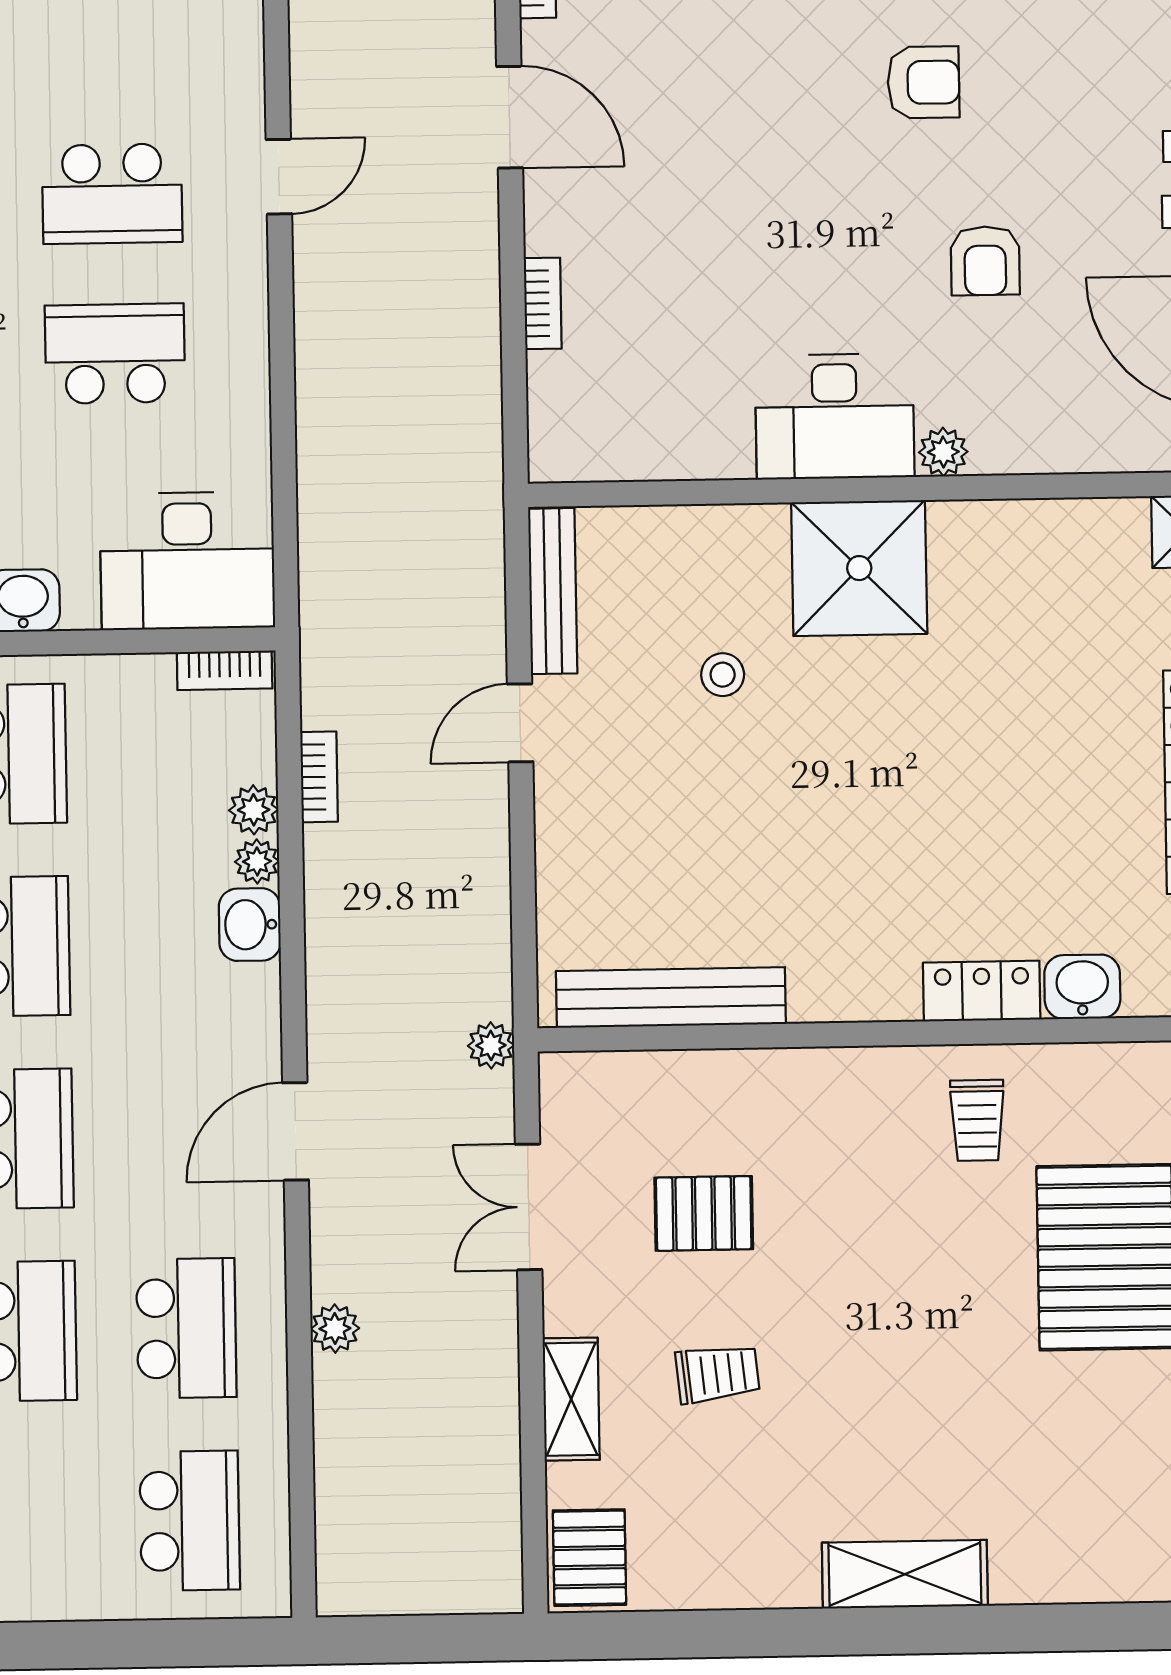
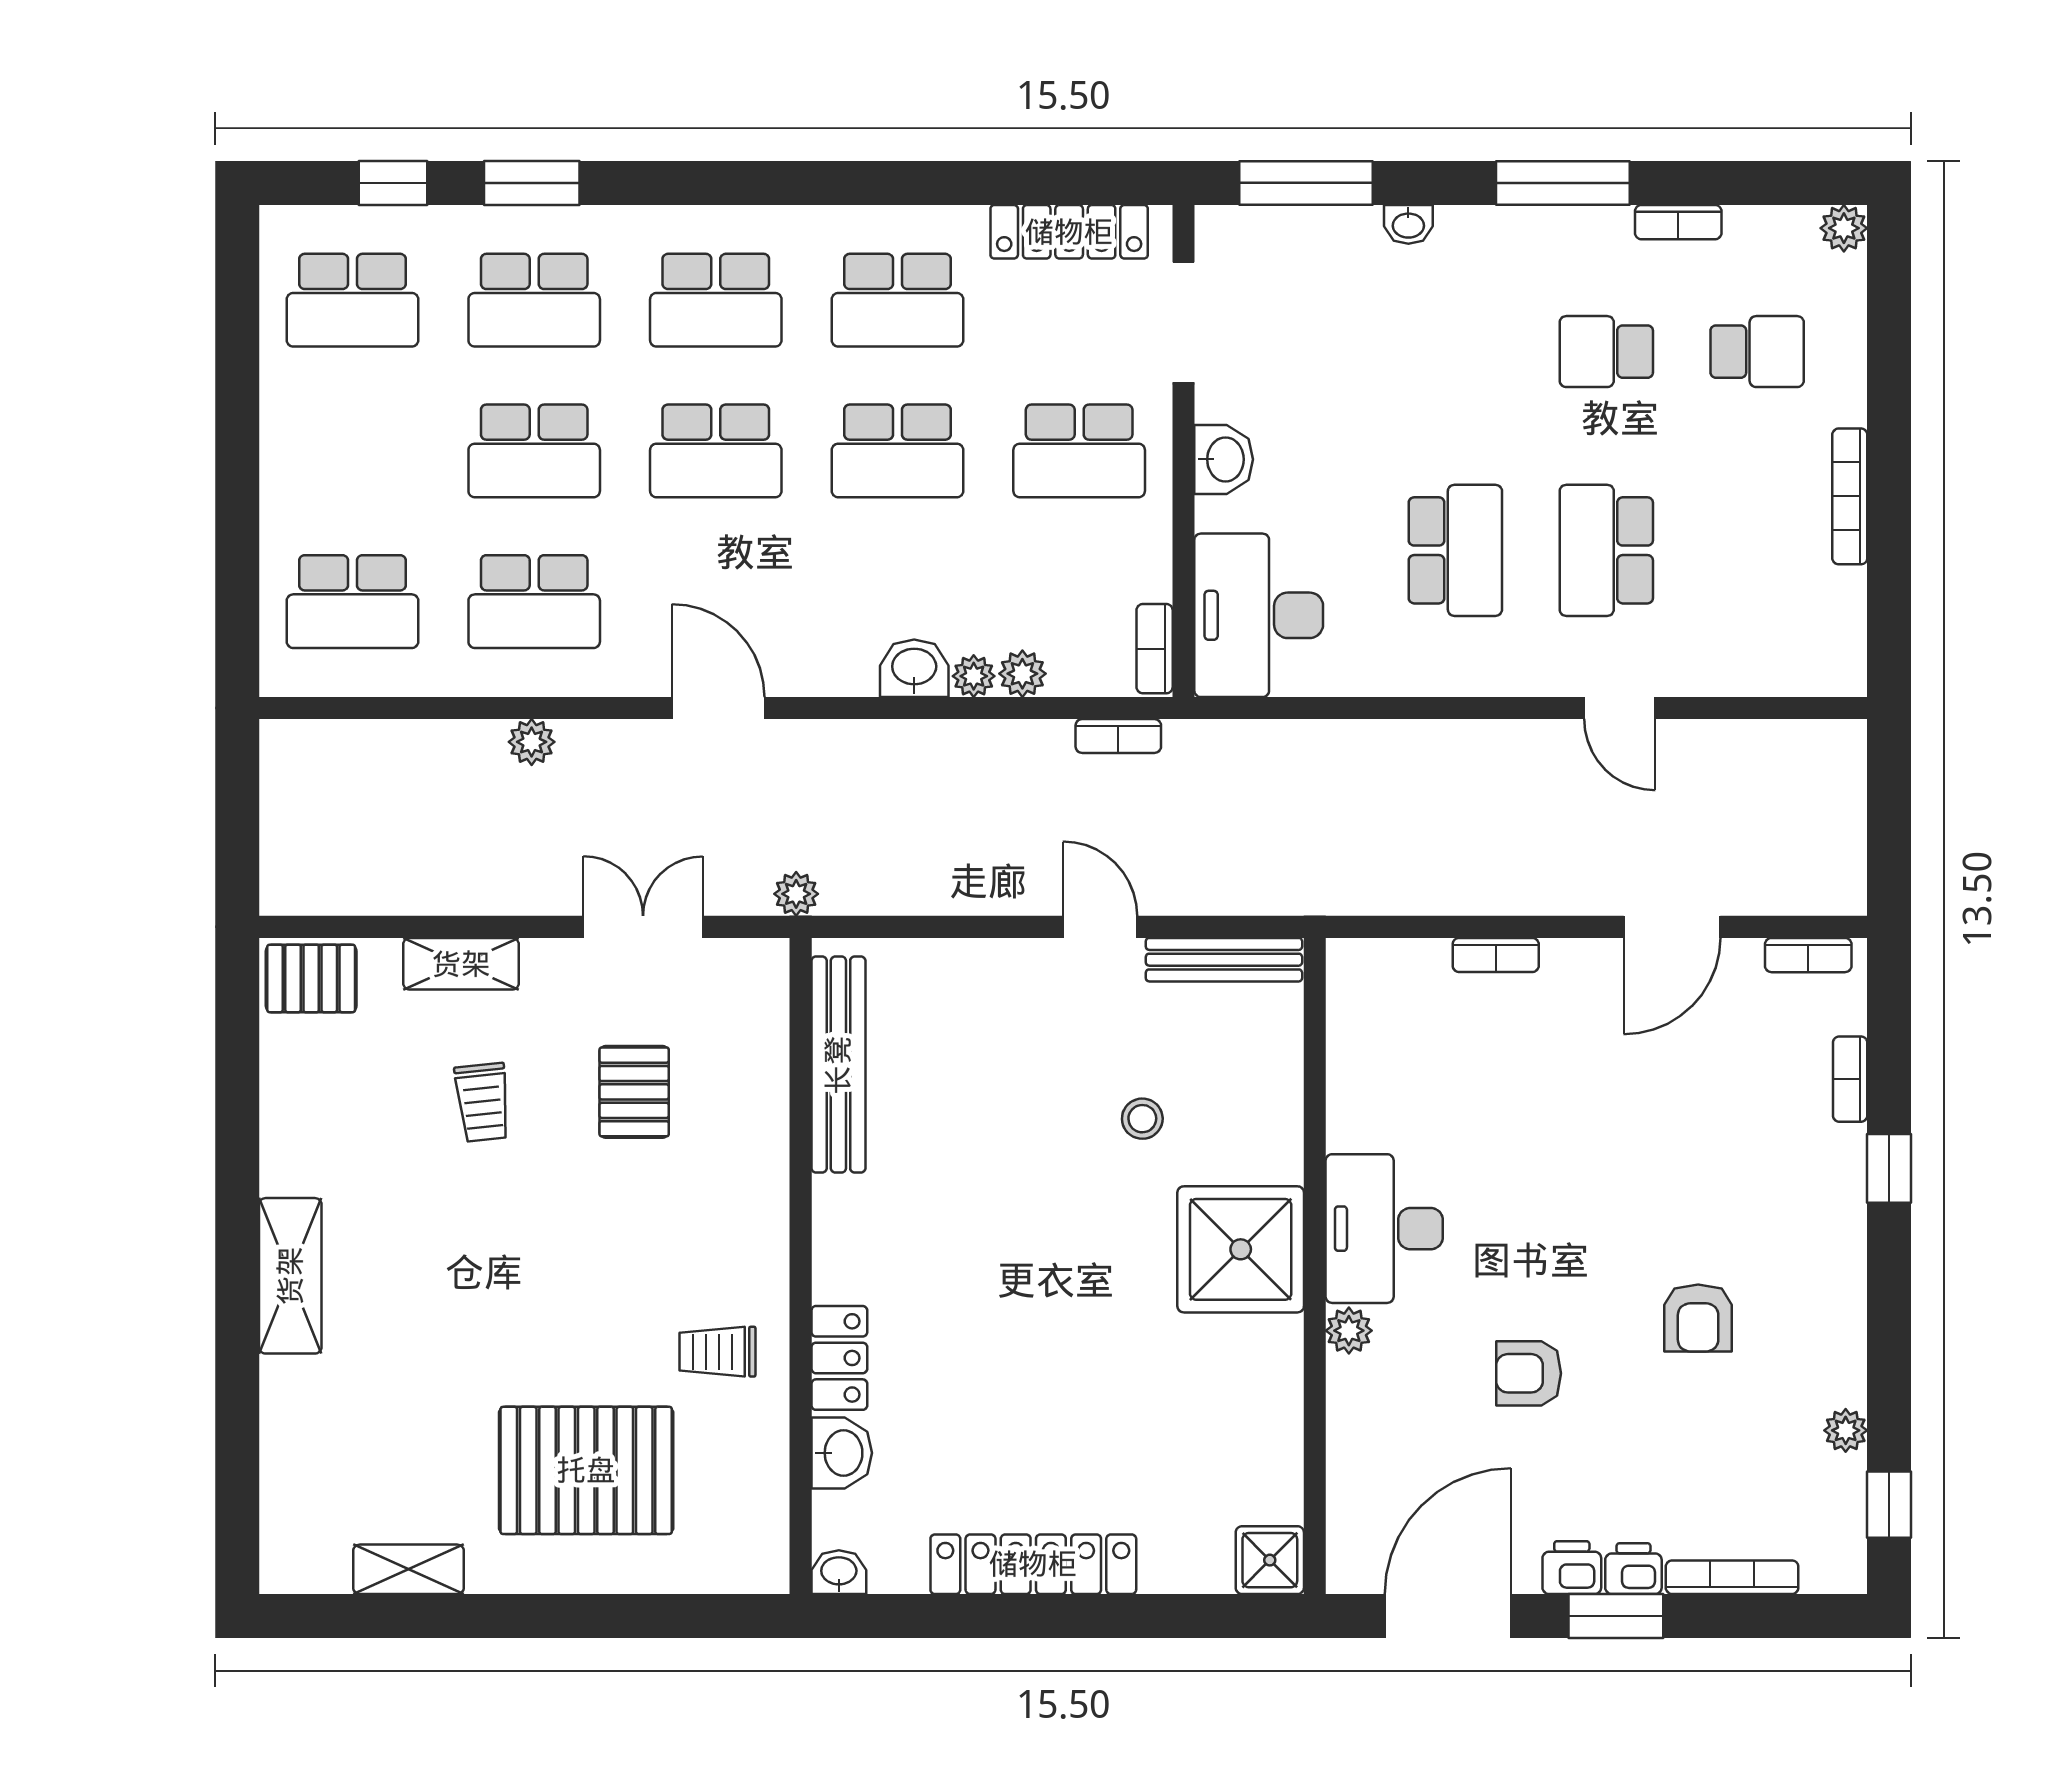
bookcase: (319, 777) -> (1118, 736), moved

